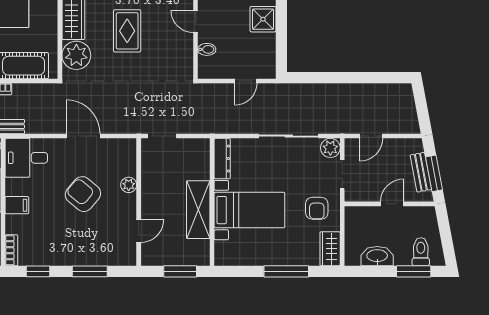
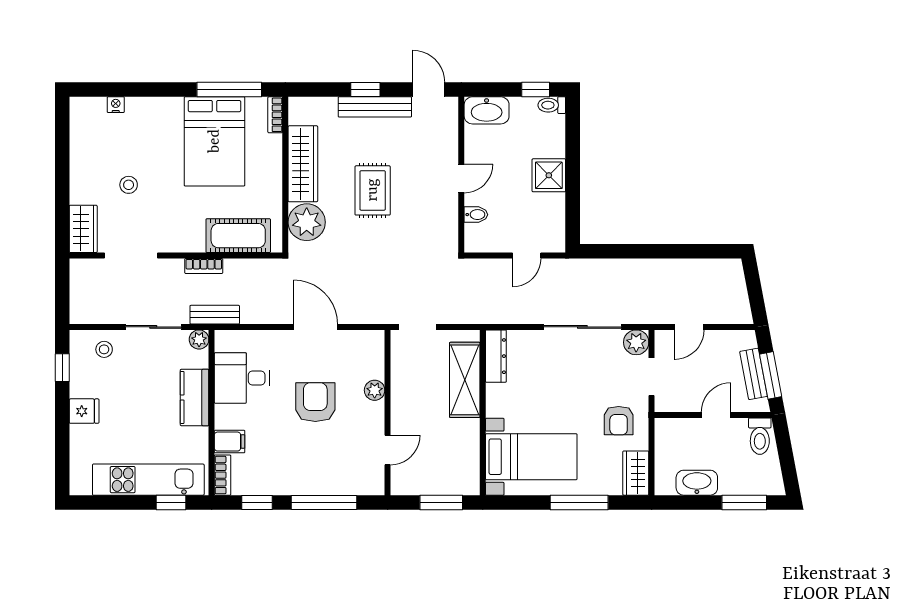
door: (196, 22) -> (461, 178), swing flipped
desk: (26, 158) -> (242, 378), moved
armchair: (83, 194) -> (315, 402), turned 50
filing cabinet: (17, 205) -> (230, 442), moved
shelving: (198, 210) -> (465, 380), moved
bed with nightstands: (249, 210) -> (531, 457), moved
toilet: (421, 252) -> (760, 436), moved, turned 180
window: (90, 271) -> (324, 502), width x1.44

